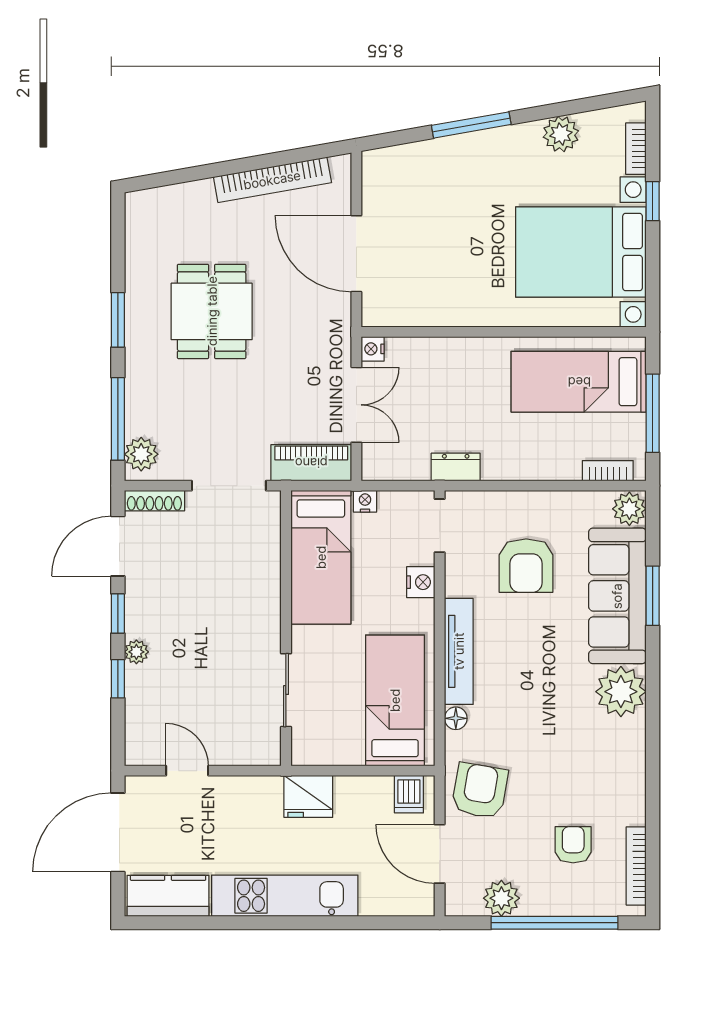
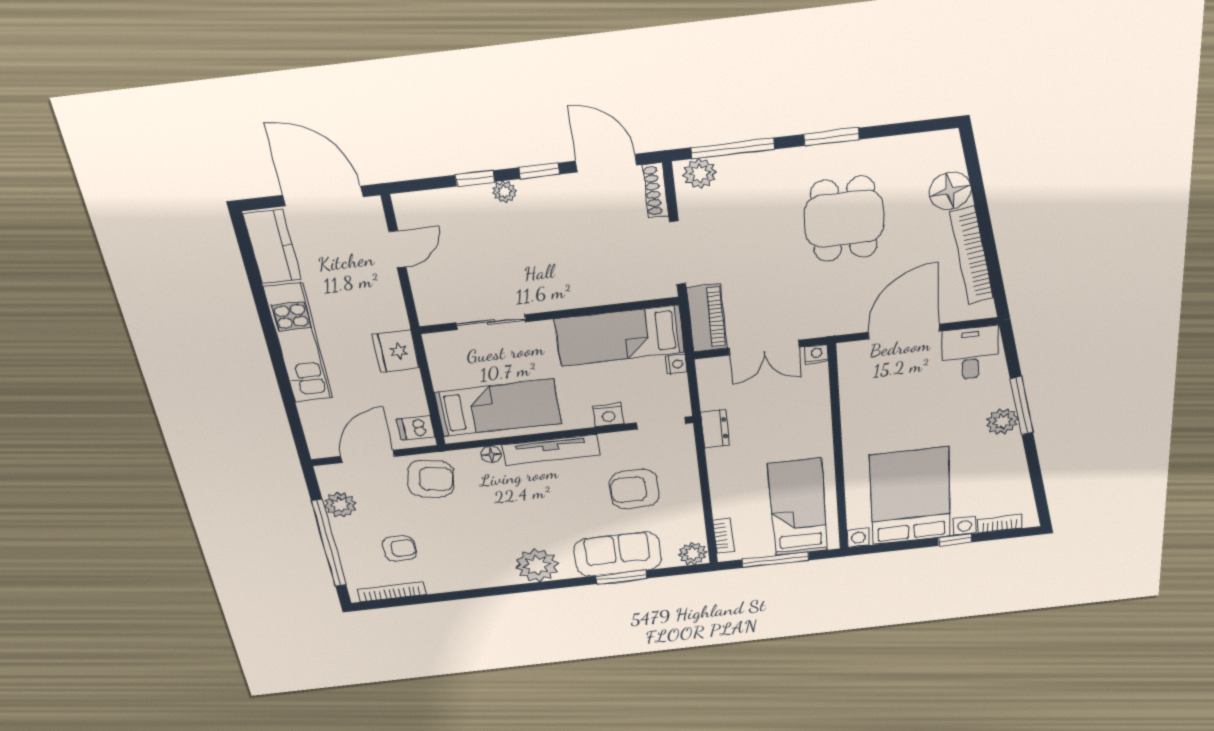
plant: (561, 134) -> (1002, 421), moved
desk: (394, 182) -> (970, 353), added
floor lamp: (194, 202) -> (950, 191), added
dining table: (212, 311) -> (844, 219), turned 90
sofa: (617, 596) -> (618, 554), width x0.73

